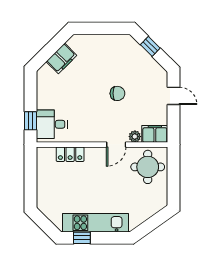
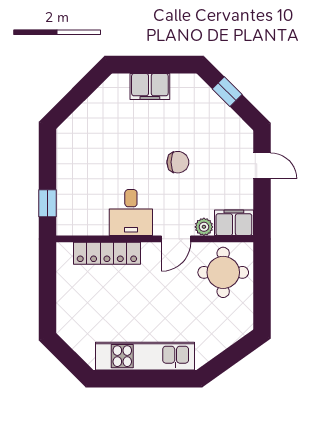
filing cabinet: (61, 58) -> (150, 86), moved, turned 45
desk: (52, 124) -> (131, 213), moved, turned -90
locker: (70, 154) -> (107, 253), width x1.53
window: (82, 238) -> (125, 379), removed

